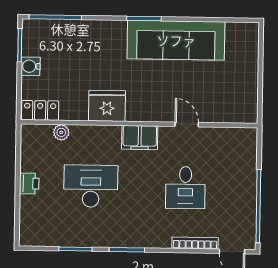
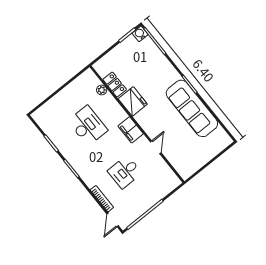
water cooler: (31, 66) -> (140, 34), moved
locker: (40, 110) -> (115, 85), moved
printer: (29, 184) -> (64, 95), removed

